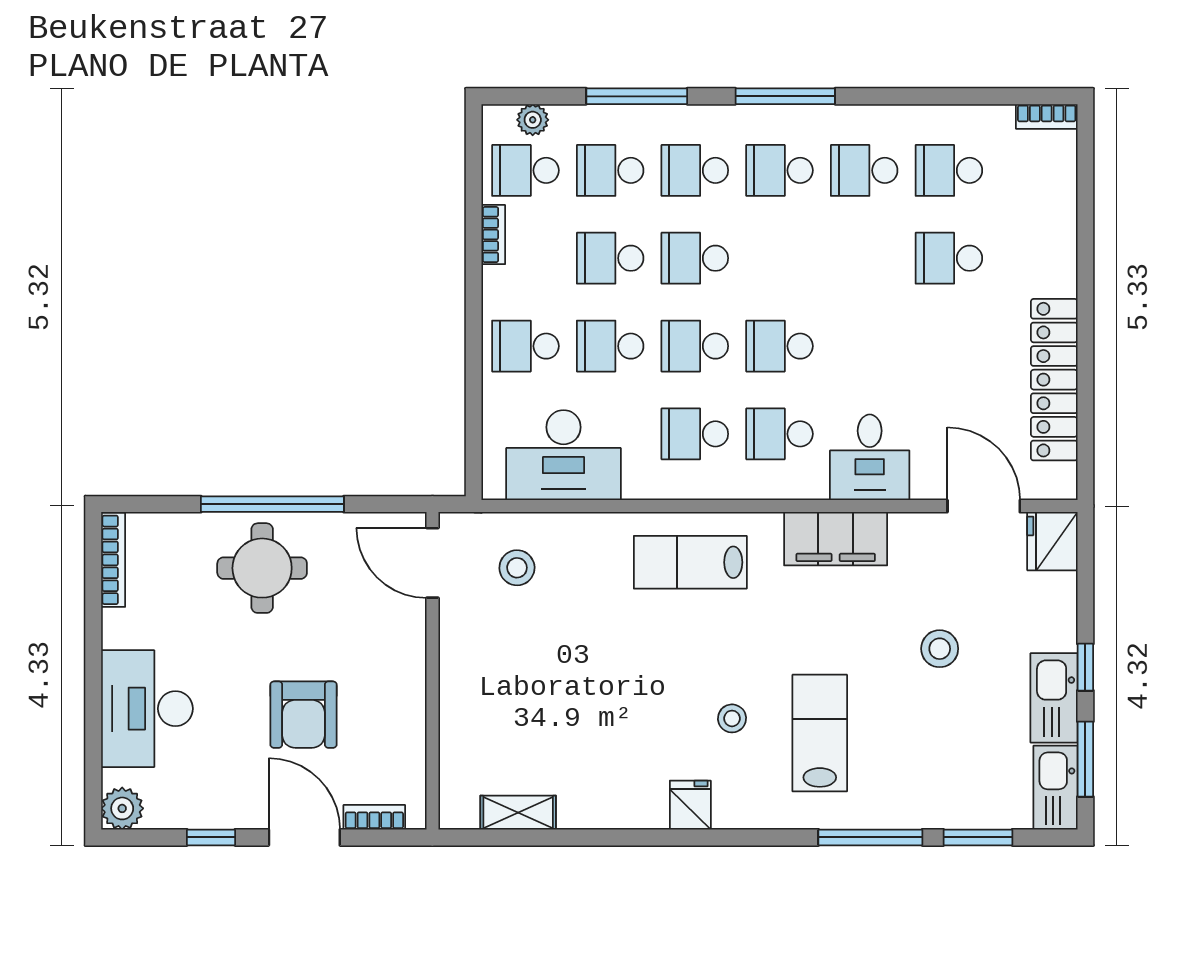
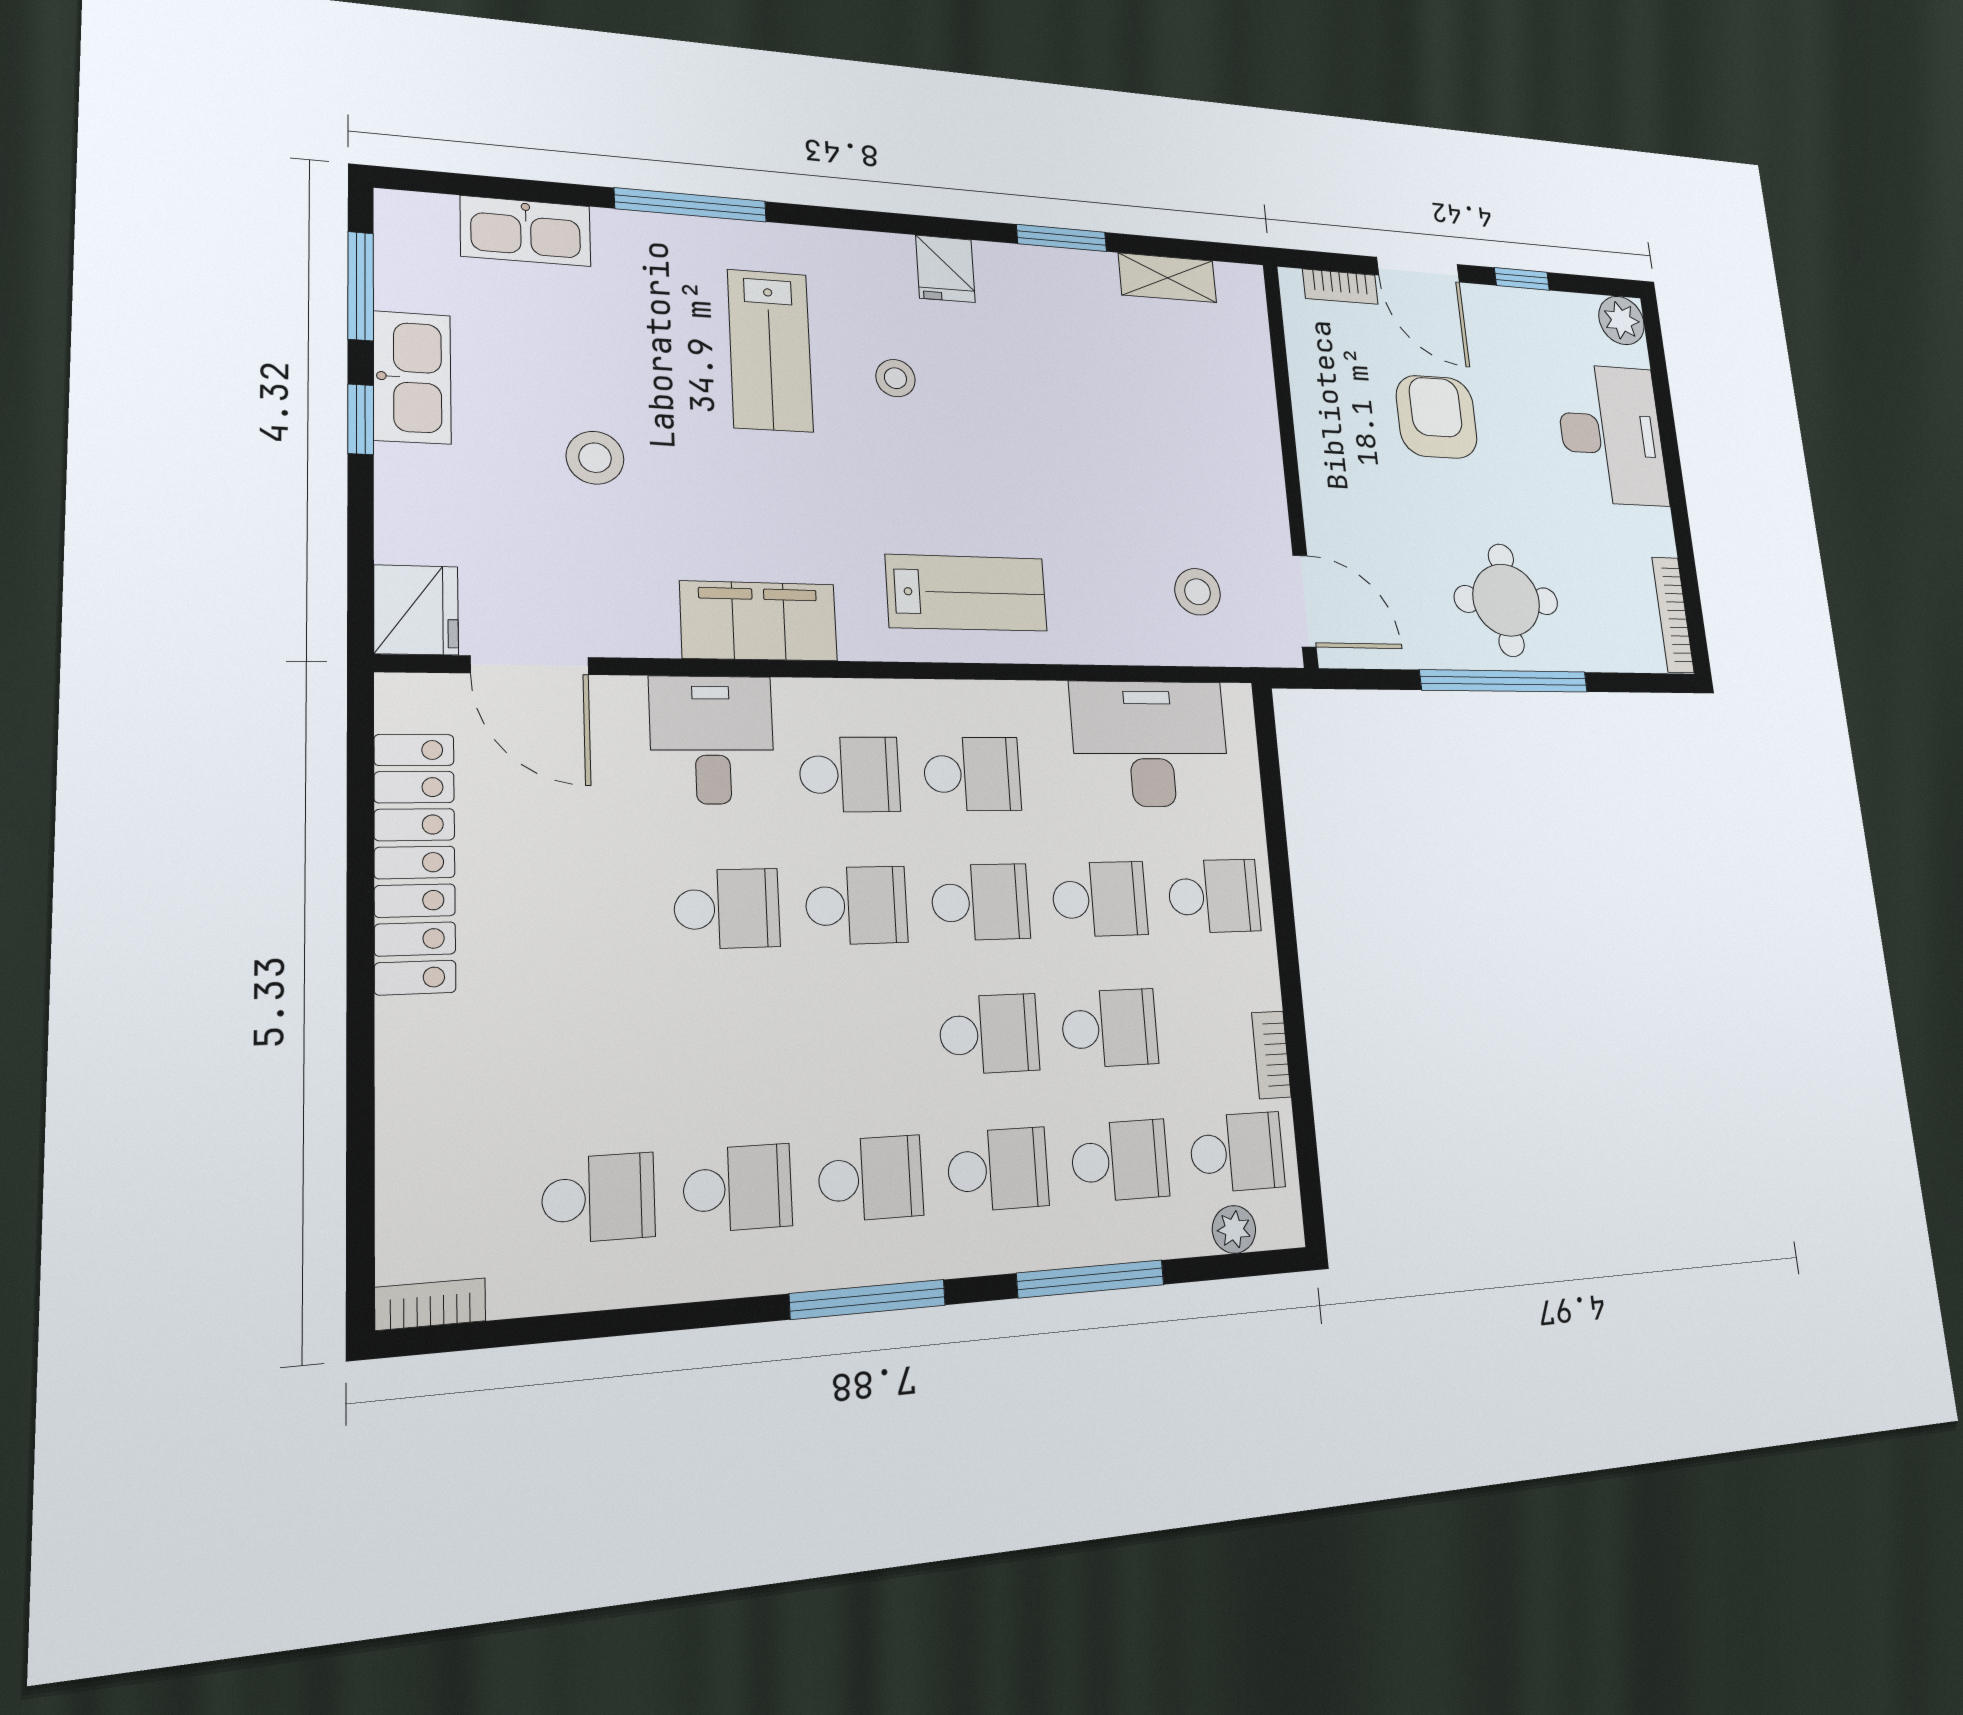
school desk: (949, 258) -> (727, 909), moved
kitchen sink: (1055, 788) -> (526, 231), moved, turned 90
window: (978, 837) -> (1062, 238), moved

